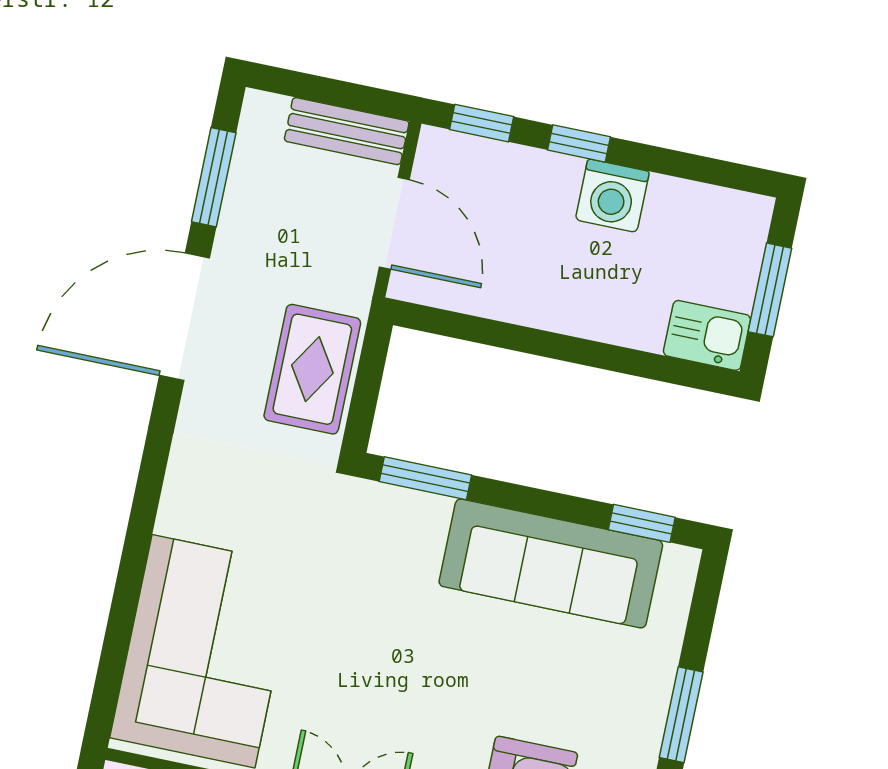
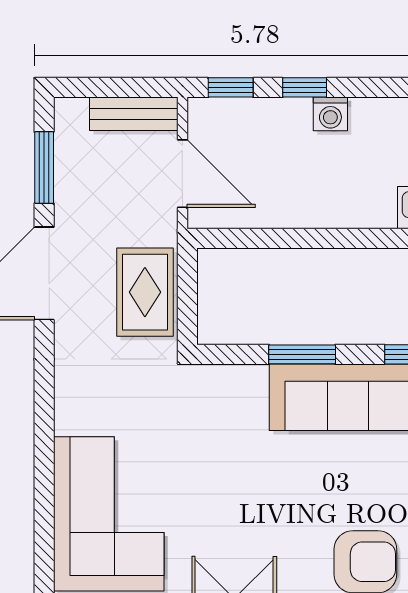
washing machine: (612, 196) -> (330, 114), width x0.73, depth x0.73
window: (425, 478) -> (302, 354), moved

